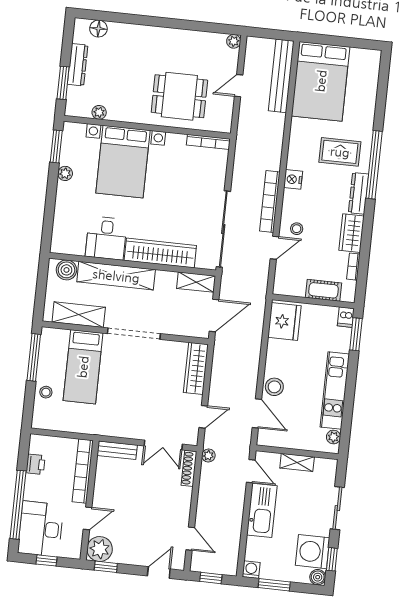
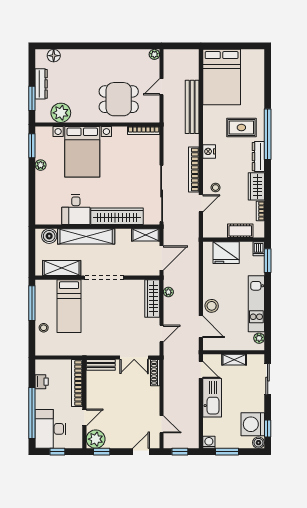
bench: (281, 76) -> (192, 107), moved
plant: (99, 112) -> (61, 113), width x1.88, depth x1.88
fridge: (284, 321) -> (226, 253), moved, turned 90
plant: (208, 455) -> (168, 292), moved
sliding door: (337, 508) -> (268, 379), moved

